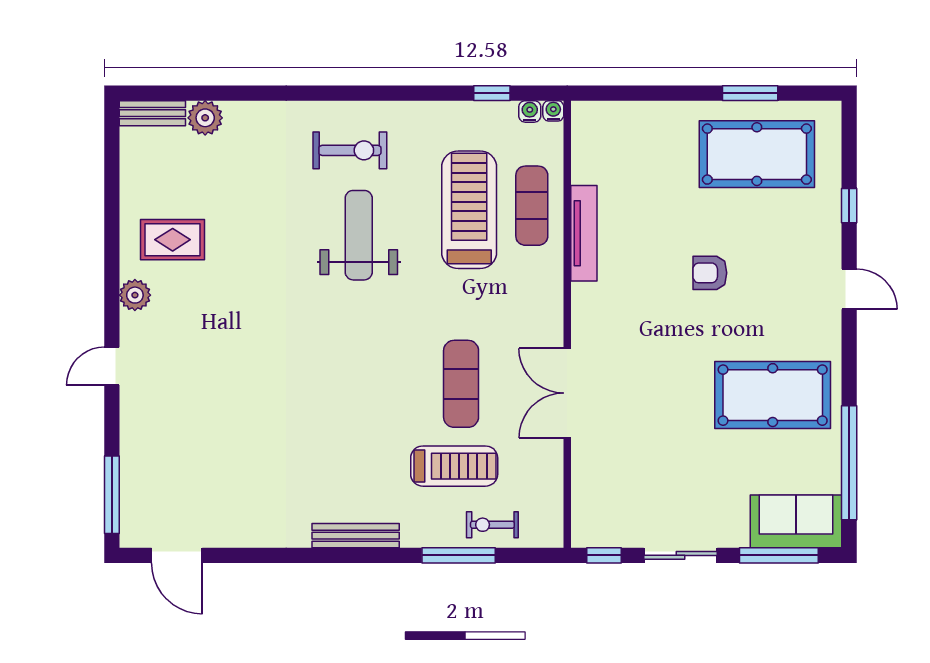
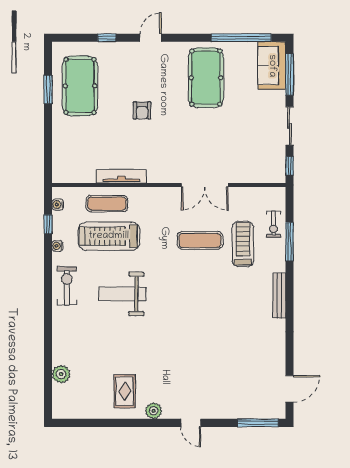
water cooler: (553, 111) -> (57, 246), moved
bench: (152, 113) -> (59, 402), removed
exercise bike: (350, 150) -> (67, 286), moved

